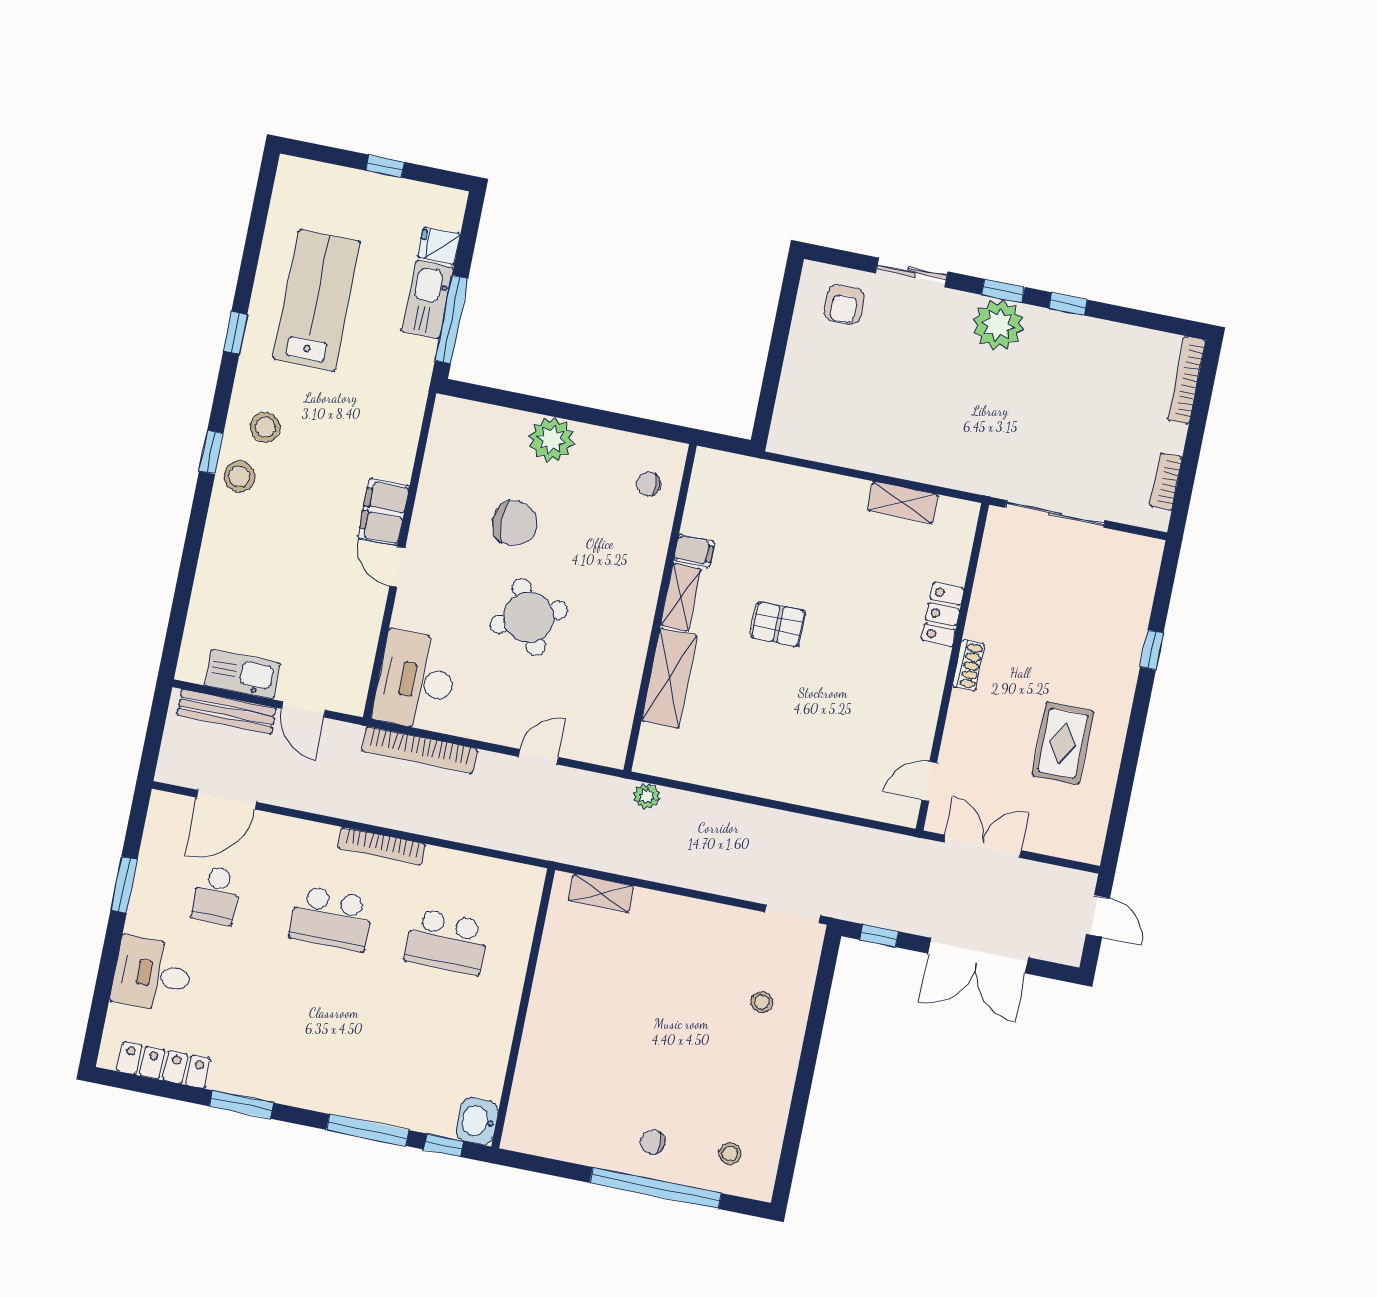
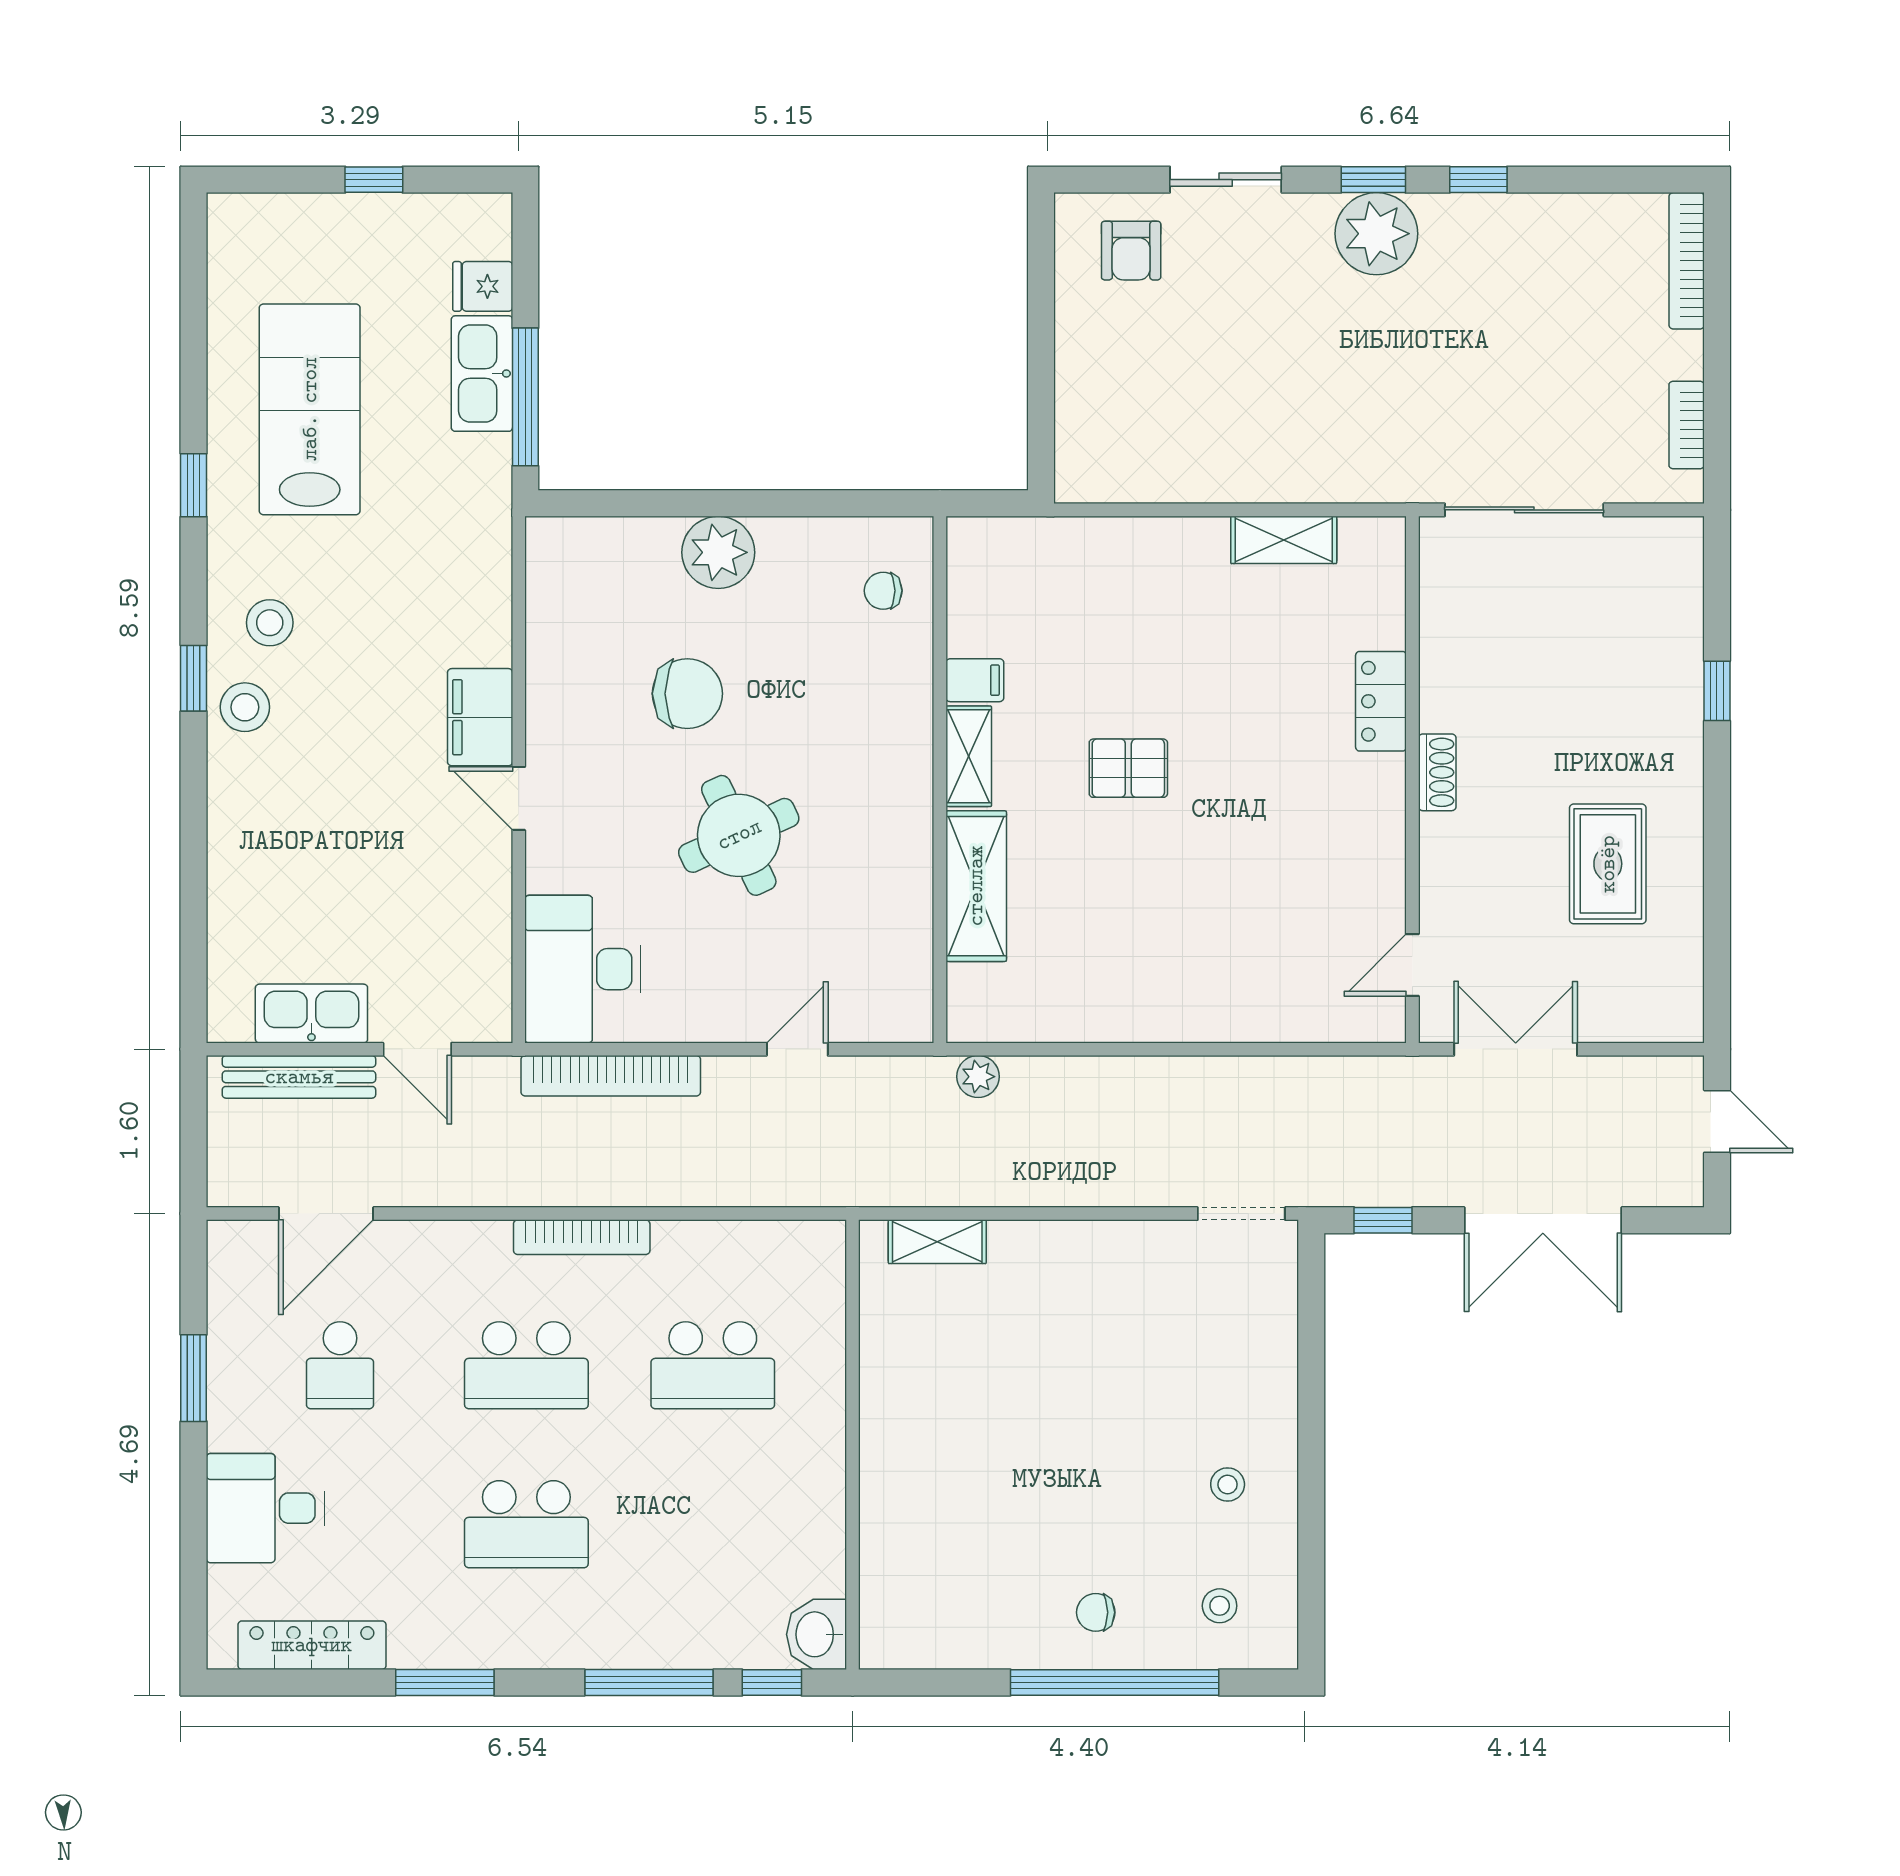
stool: (762, 1002) -> (1228, 1484), moved
school desk: (312, 1017) -> (526, 1524), added

